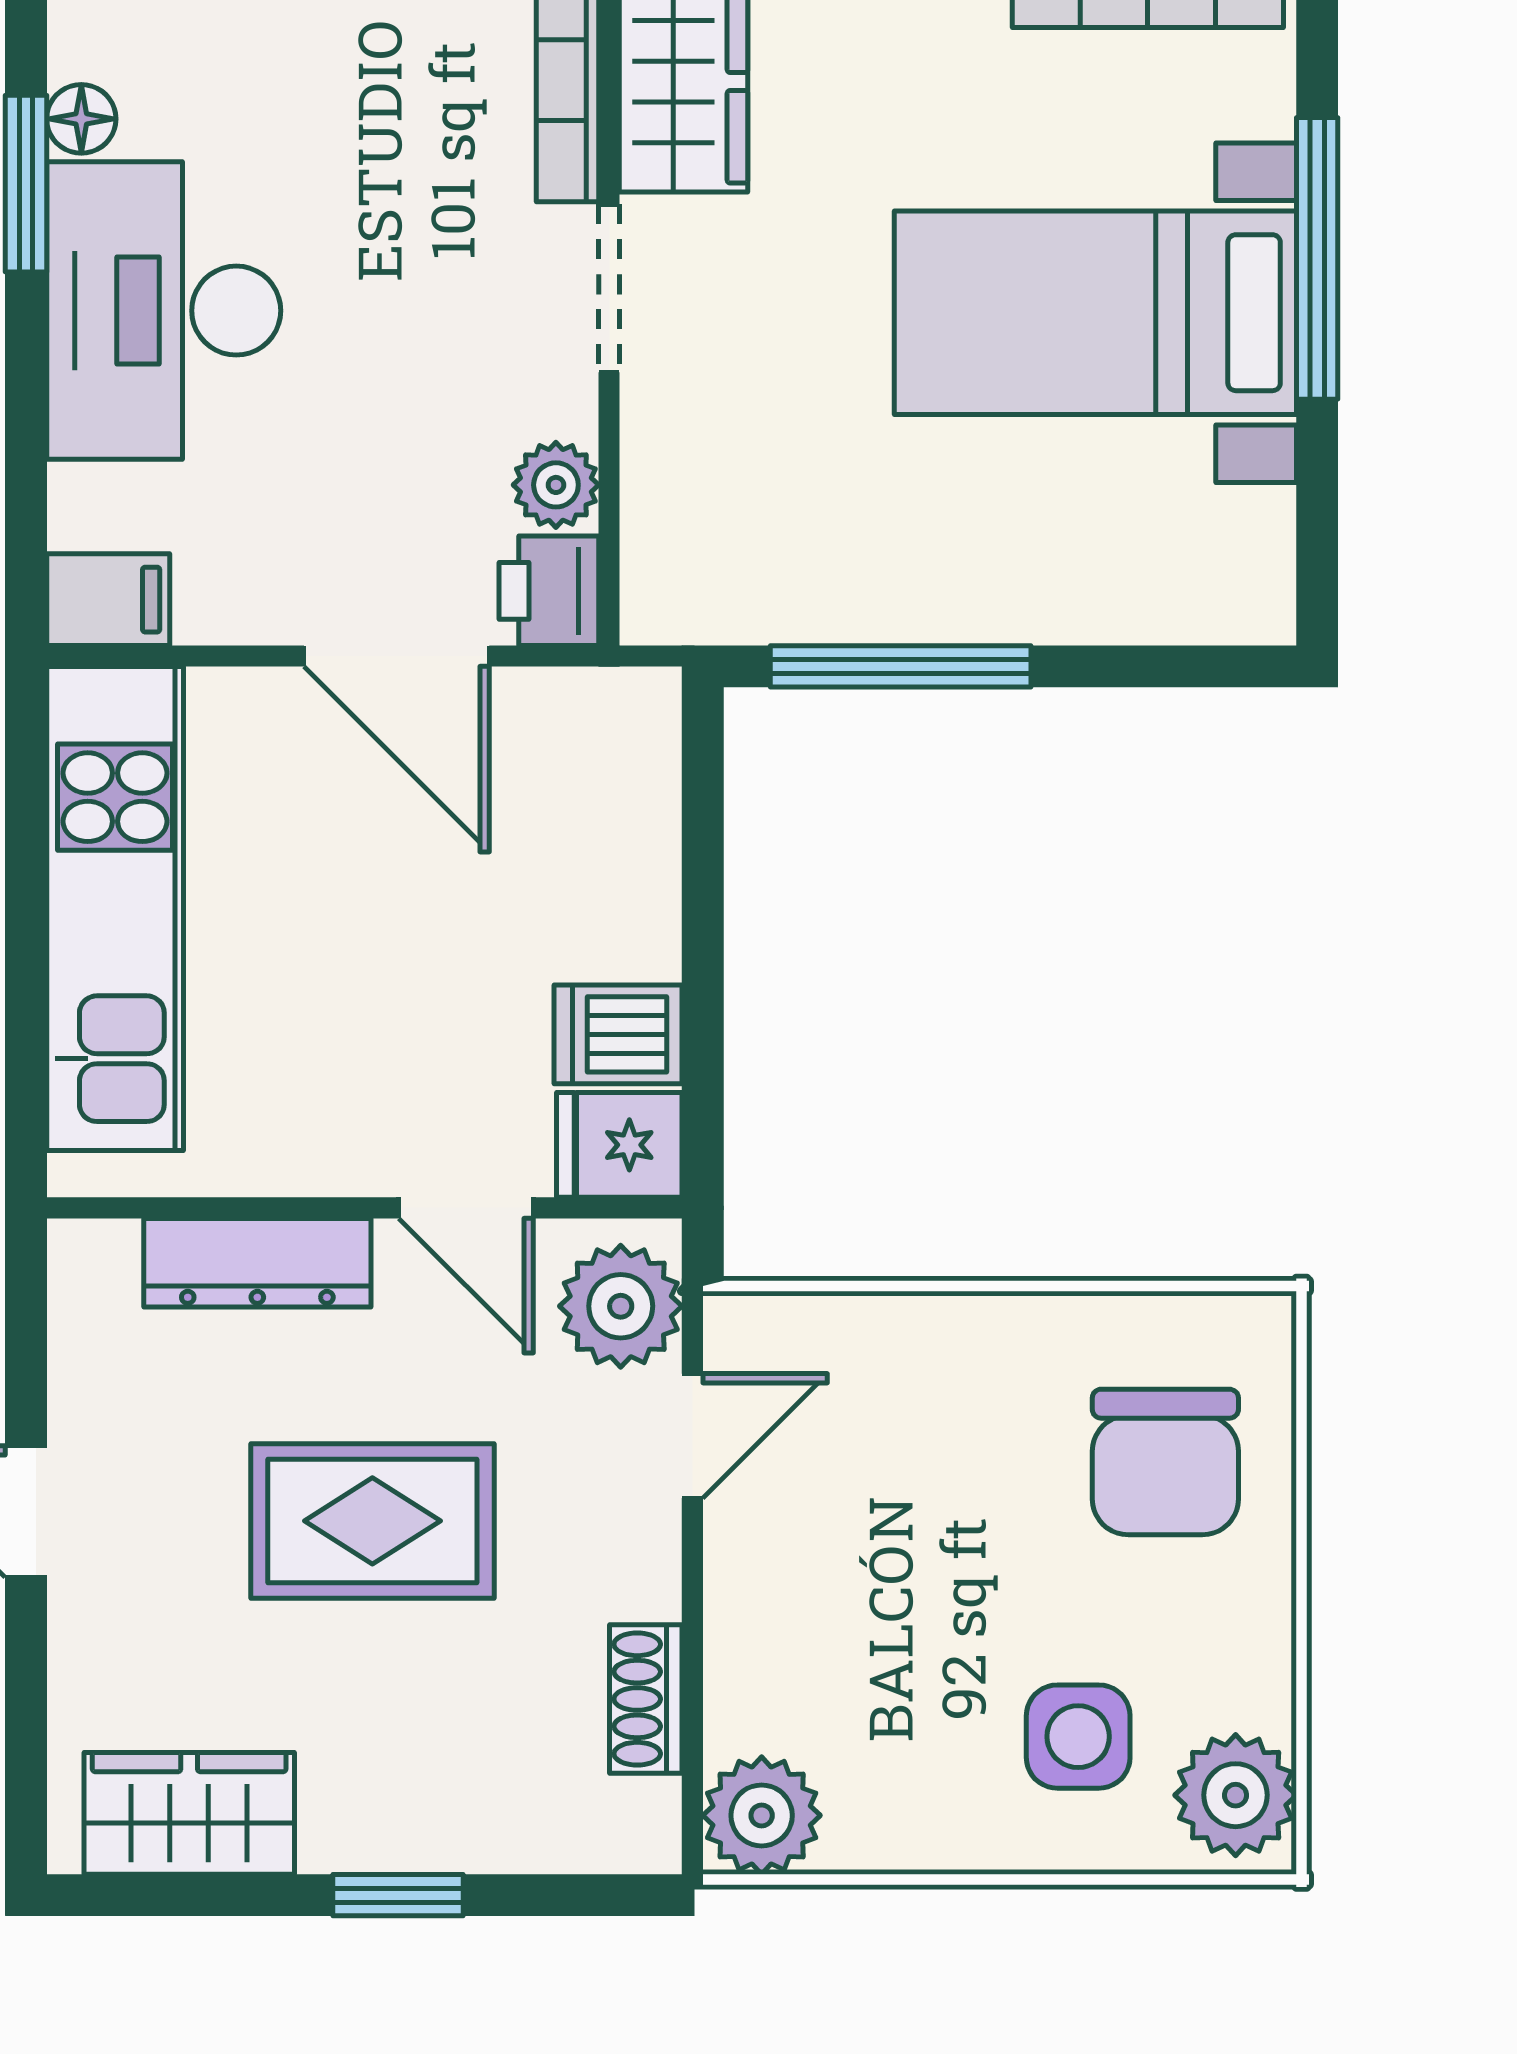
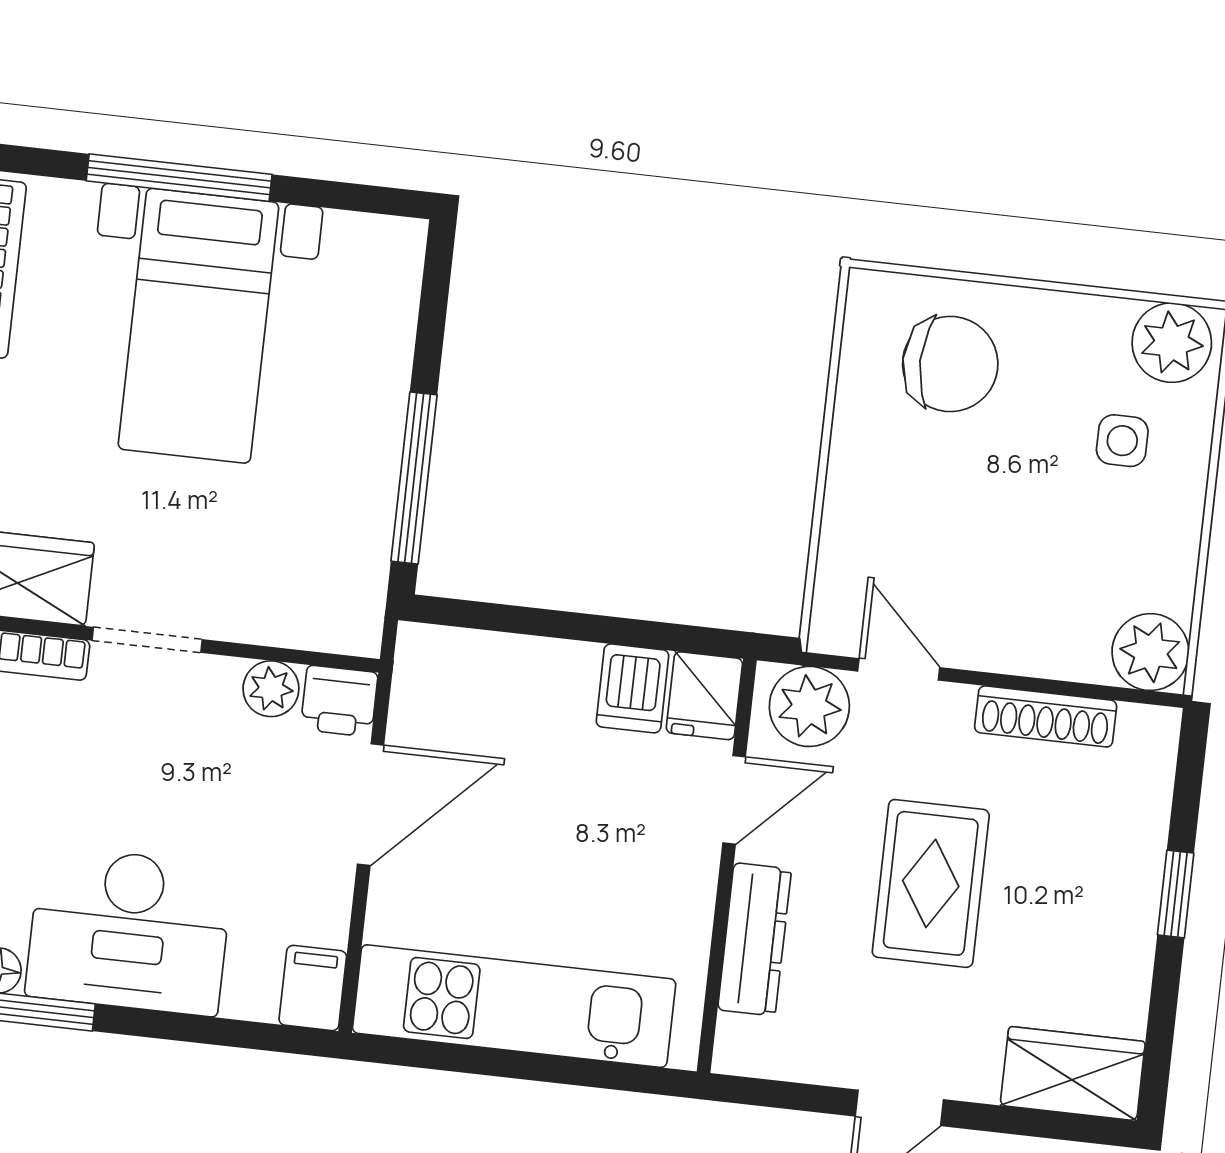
shoe rack: (646, 1699) -> (1046, 716), width x1.43
side table: (1078, 1737) -> (1122, 441), width x0.73, depth x0.73
wardrobe: (189, 1813) -> (1073, 1074), moved, turned 90

